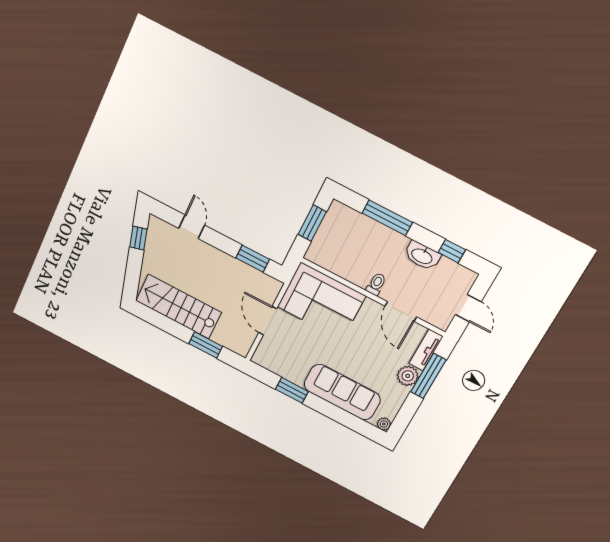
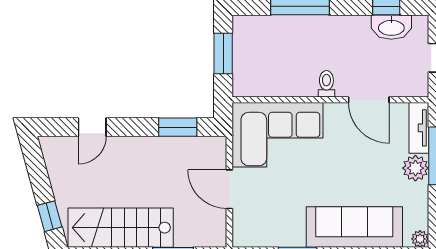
door: (192, 227) -> (92, 127), swing flipped
window: (138, 238) -> (50, 216), moved
washbasin: (422, 256) -> (391, 27), moved

